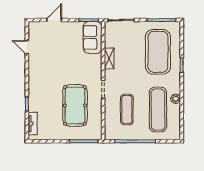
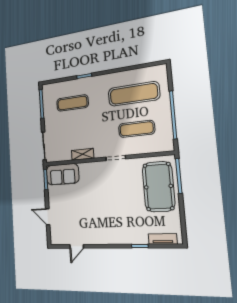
exercise mat: (158, 52) -> (72, 103), width x0.50, depth x0.69
plant: (176, 99) -> (120, 76), removed
pool table: (75, 105) -> (158, 187), moved, turned 90

